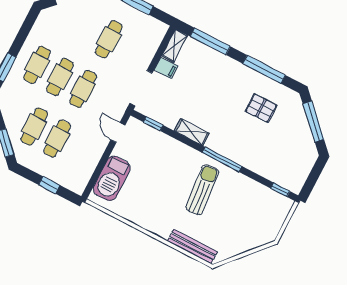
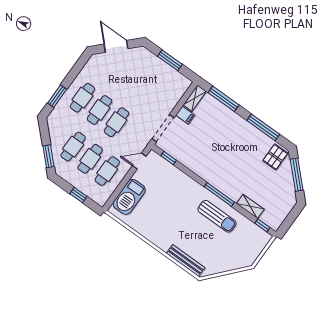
cafe table: (109, 39) -> (107, 171), moved
pallet: (261, 108) -> (275, 157), moved, turned 90
shelving: (192, 132) -> (250, 206), moved
door: (118, 133) -> (139, 161), hinge flipped
sun lounger: (202, 190) -> (217, 216), moved, turned 95

